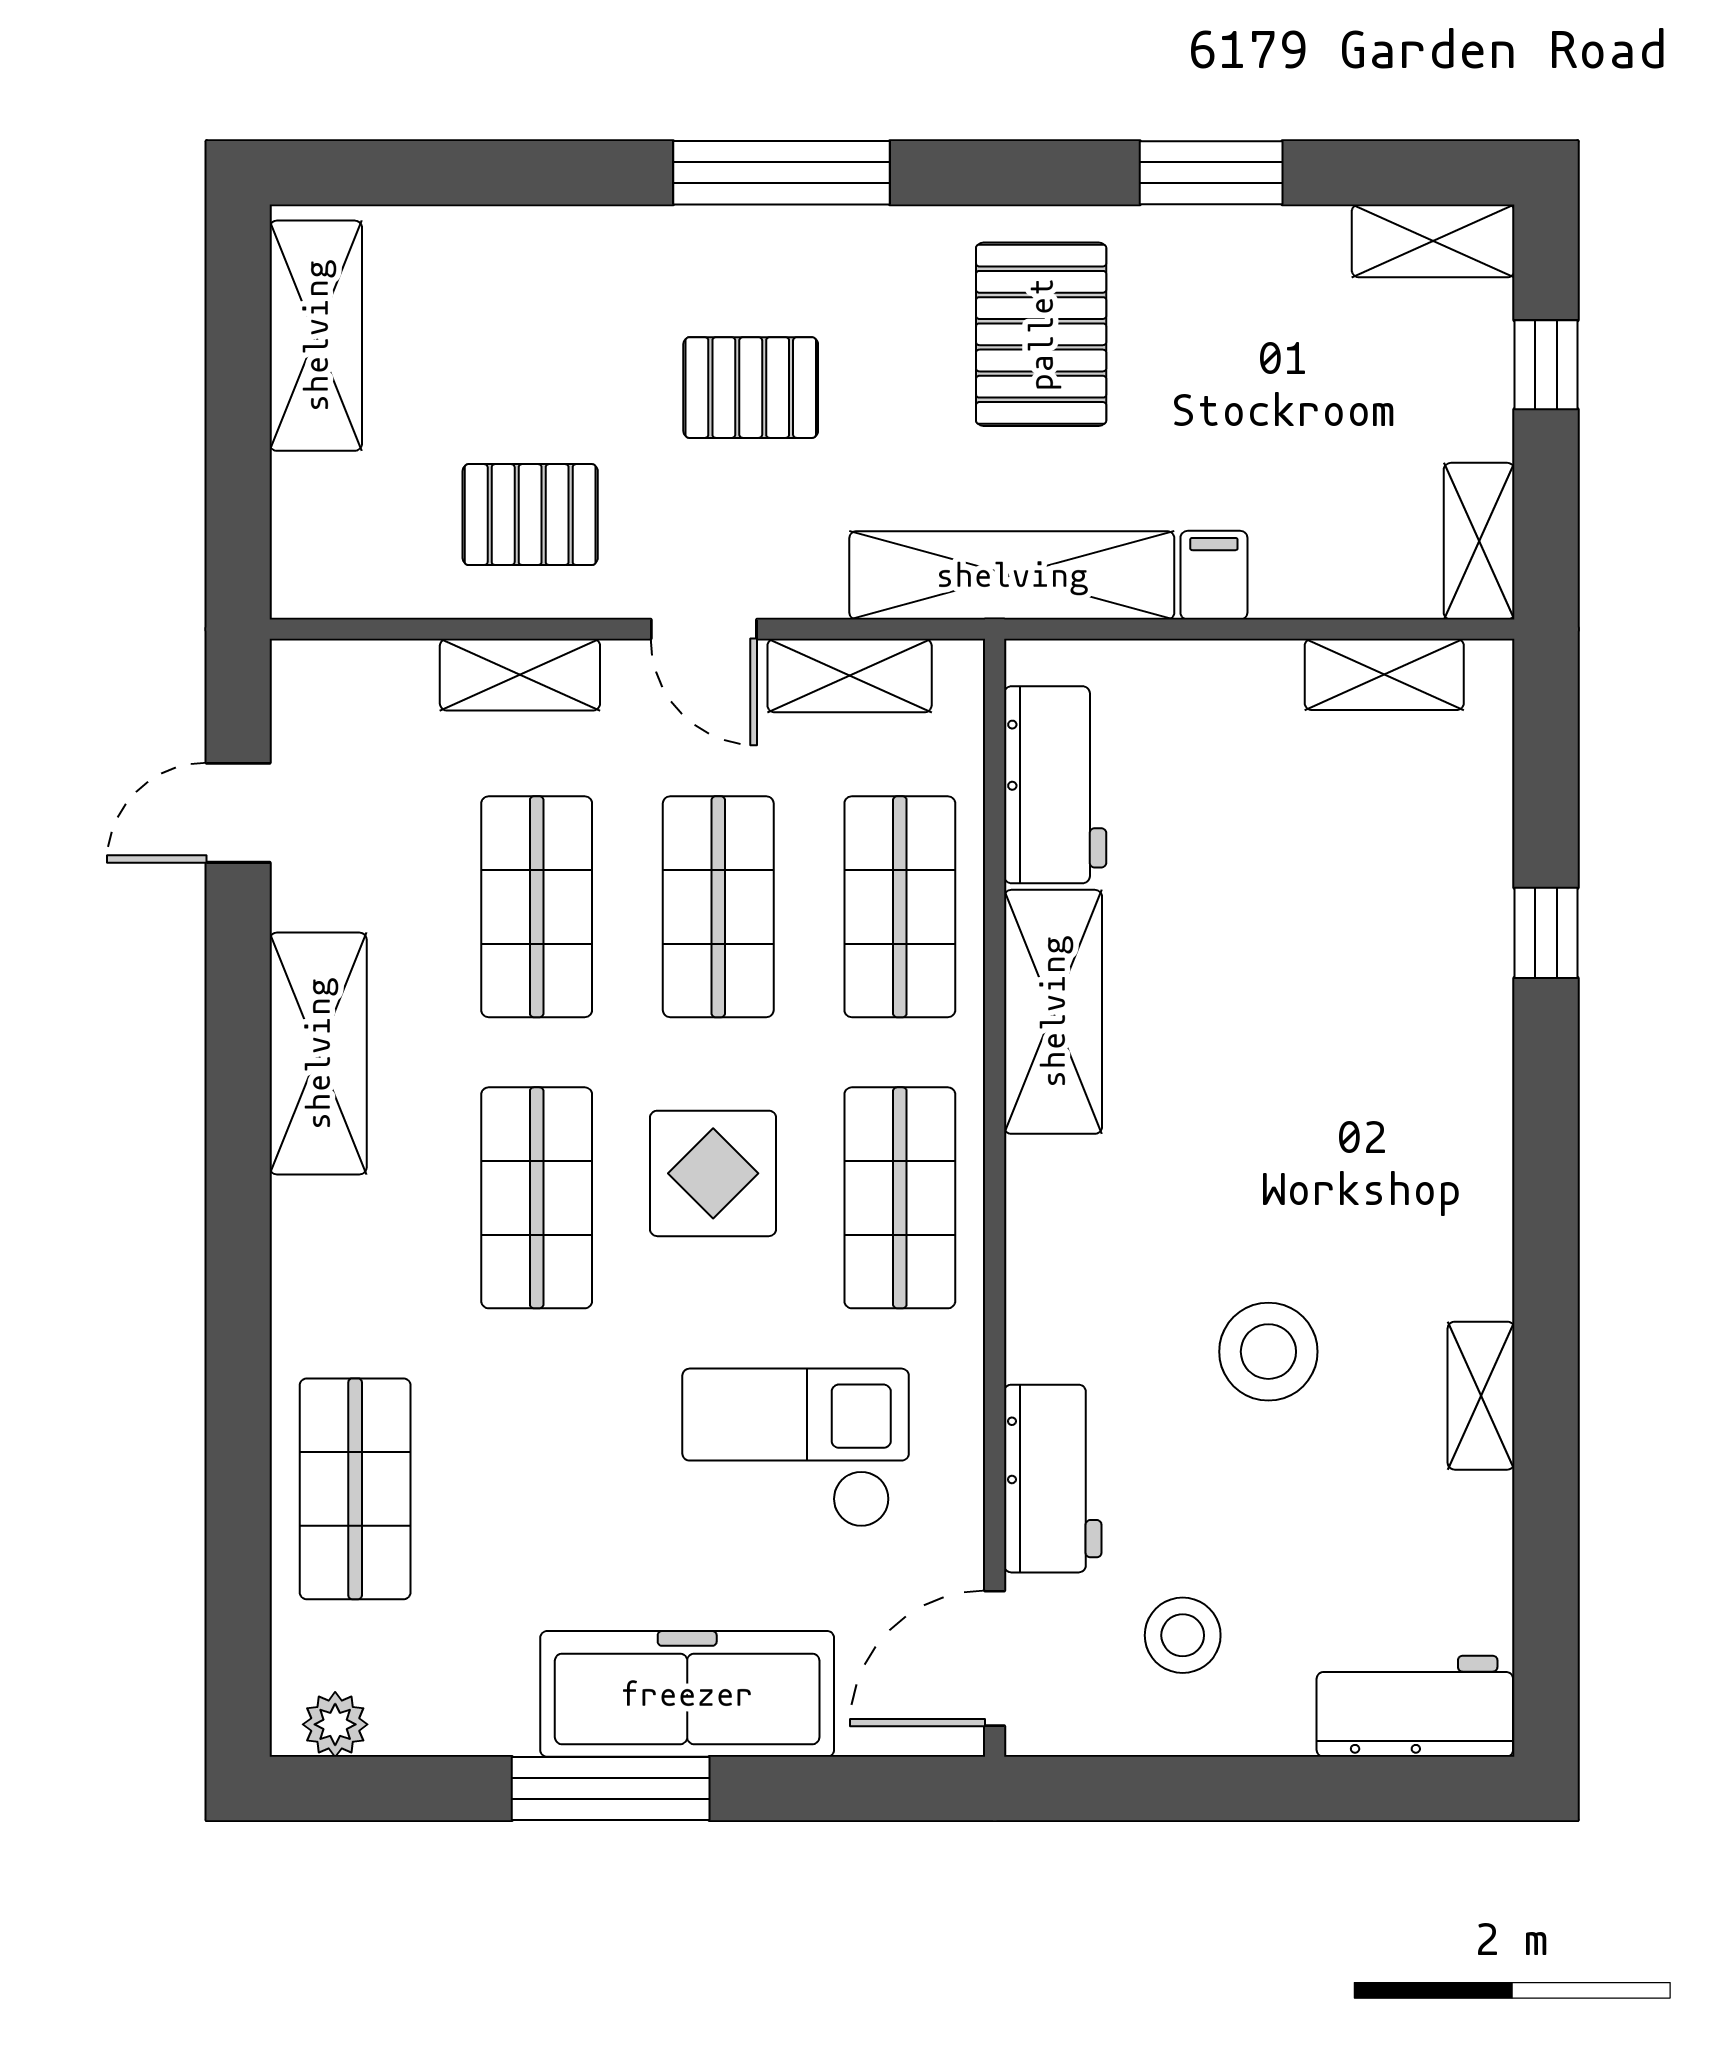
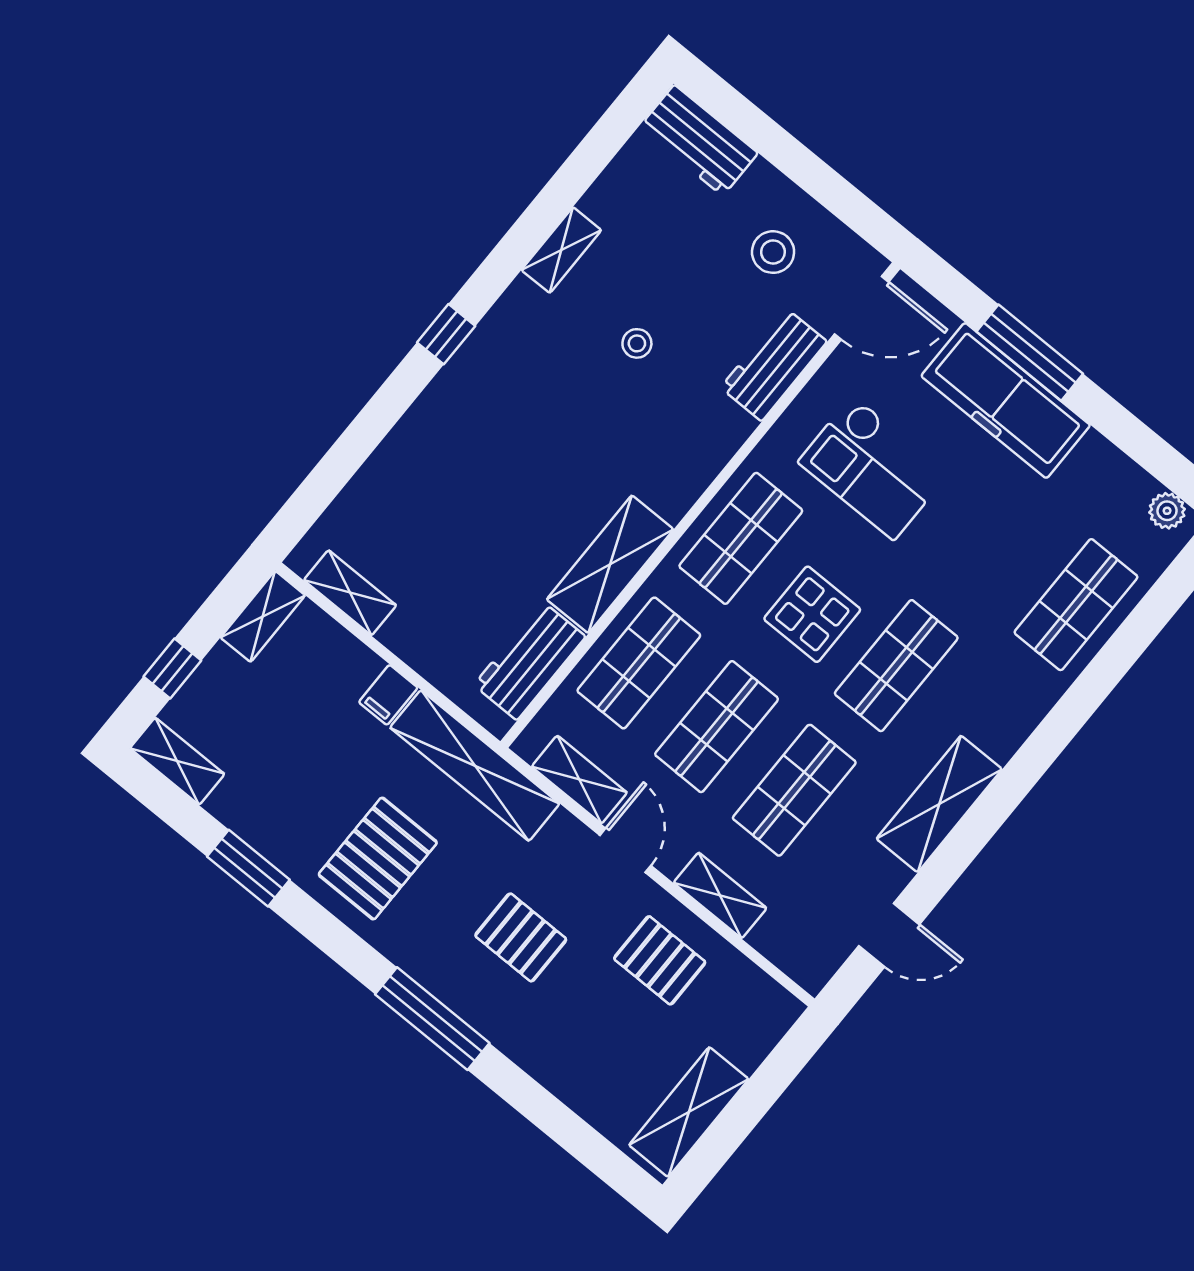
window: (1546, 933) -> (446, 334), moved
stool: (1268, 1352) -> (637, 343), width x0.53, depth x0.53
window: (611, 1789) -> (1030, 353), moved

